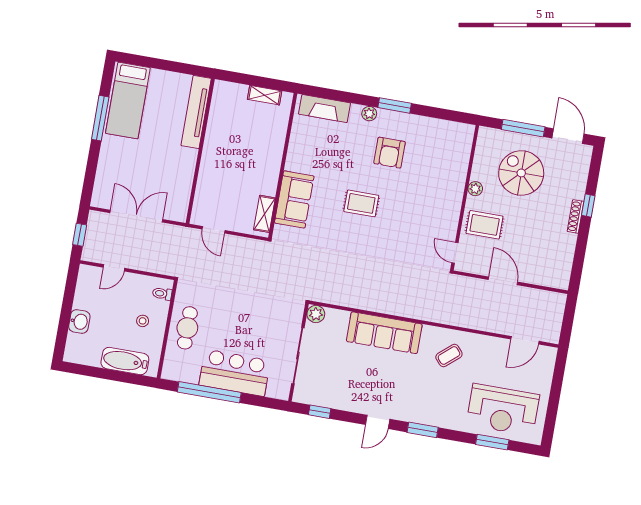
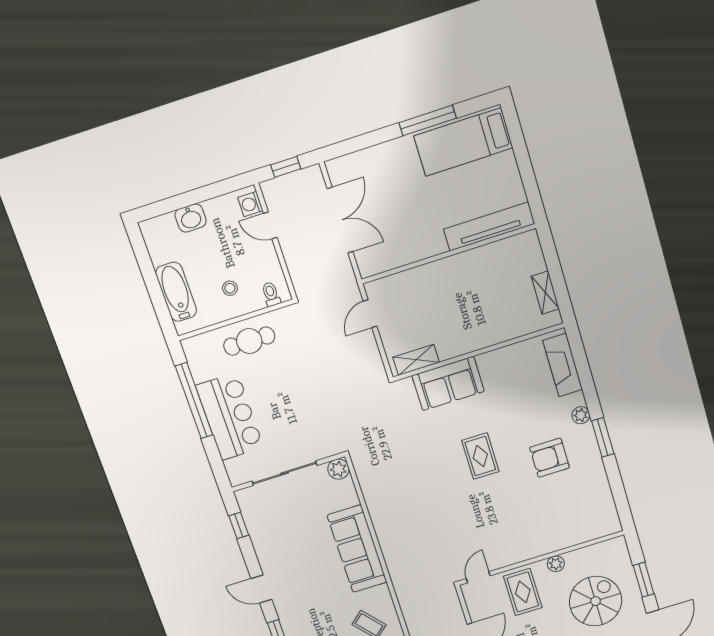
window: (523, 128) -> (644, 580), width x0.69
washing machine: (92, 274) -> (250, 204), added

